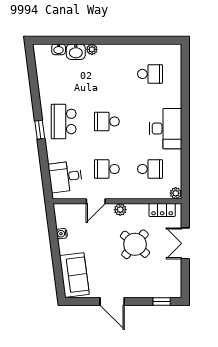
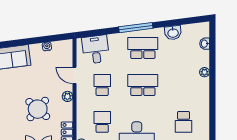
washbasin: (76, 52) -> (173, 33), moved, turned -97
school desk: (107, 121) -> (143, 85), width x1.85
window: (40, 130) -> (136, 28), width x2.17
school desk: (150, 169) -> (102, 122), turned 180

